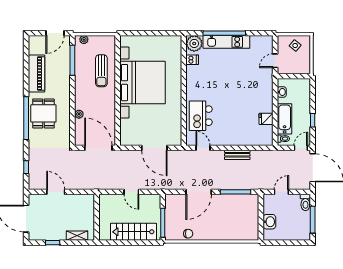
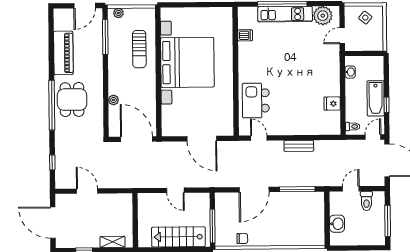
plant: (194, 43) -> (323, 16), moved
bathtub: (285, 119) -> (376, 98), moved, turned 180
toilet: (305, 202) -> (366, 201), moved

